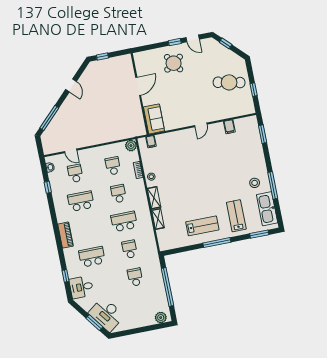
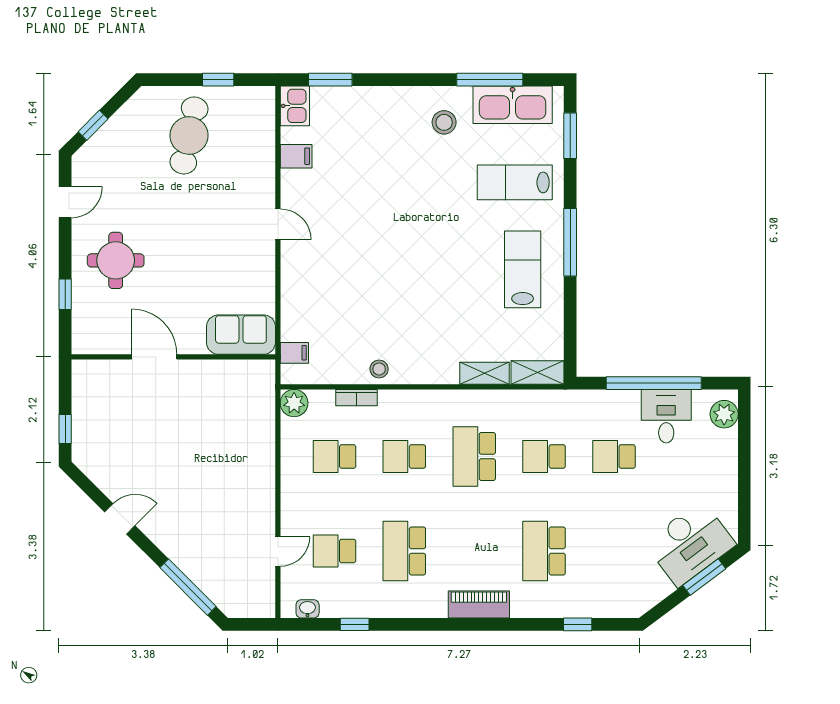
window: (175, 42) -> (65, 294), moved
round table: (174, 63) -> (116, 260), turned 35
kitchen sink: (249, 122) -> (295, 106), added
window: (273, 185) -> (490, 80), moved
shelving: (154, 198) -> (538, 372), moved
desk: (81, 287) -> (666, 416), moved, turned 180

